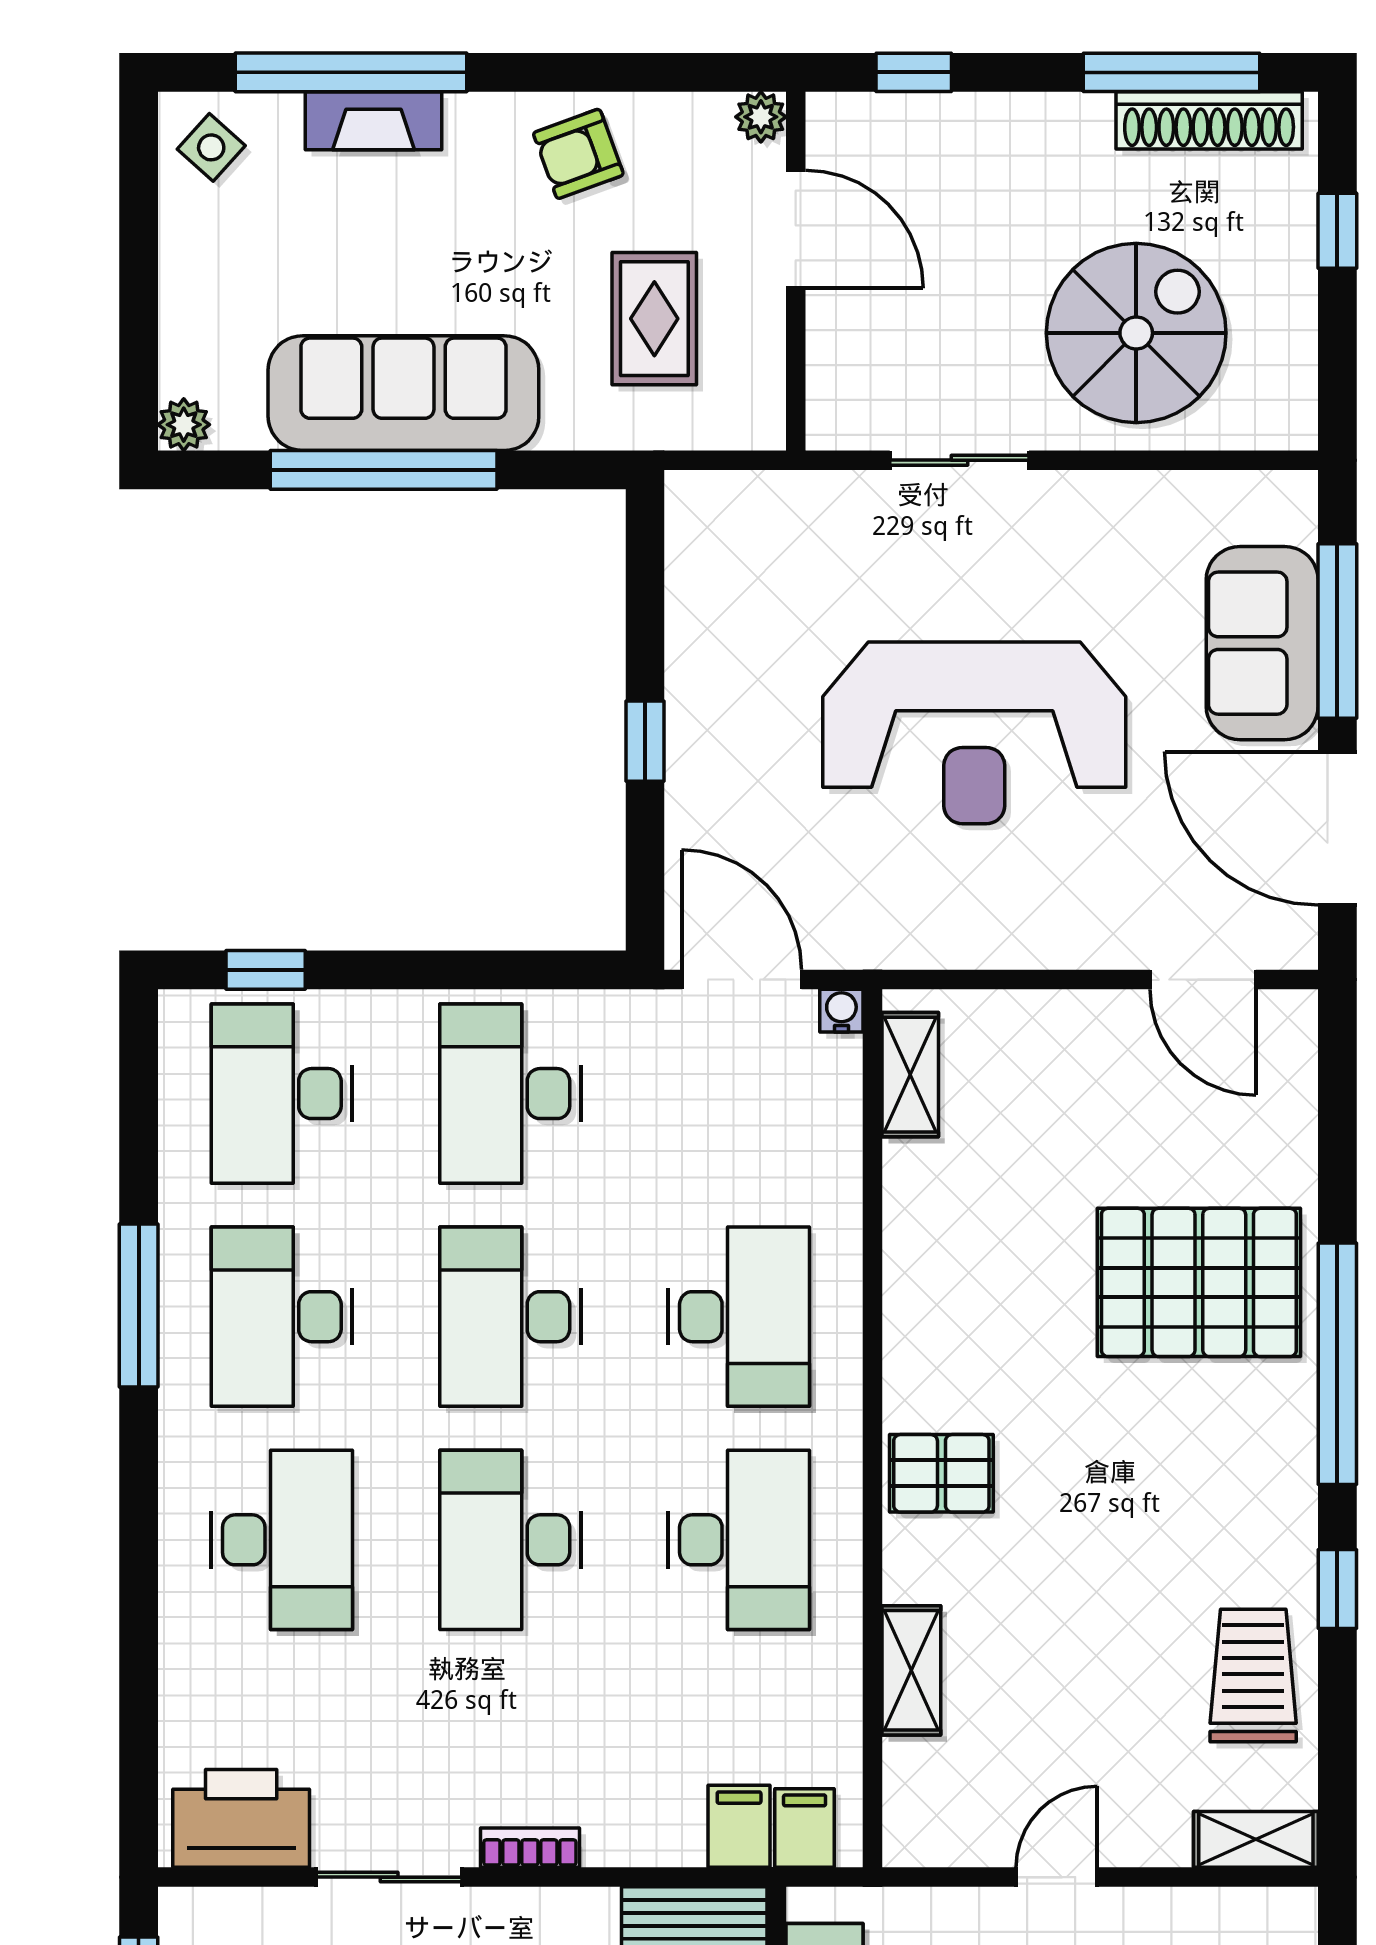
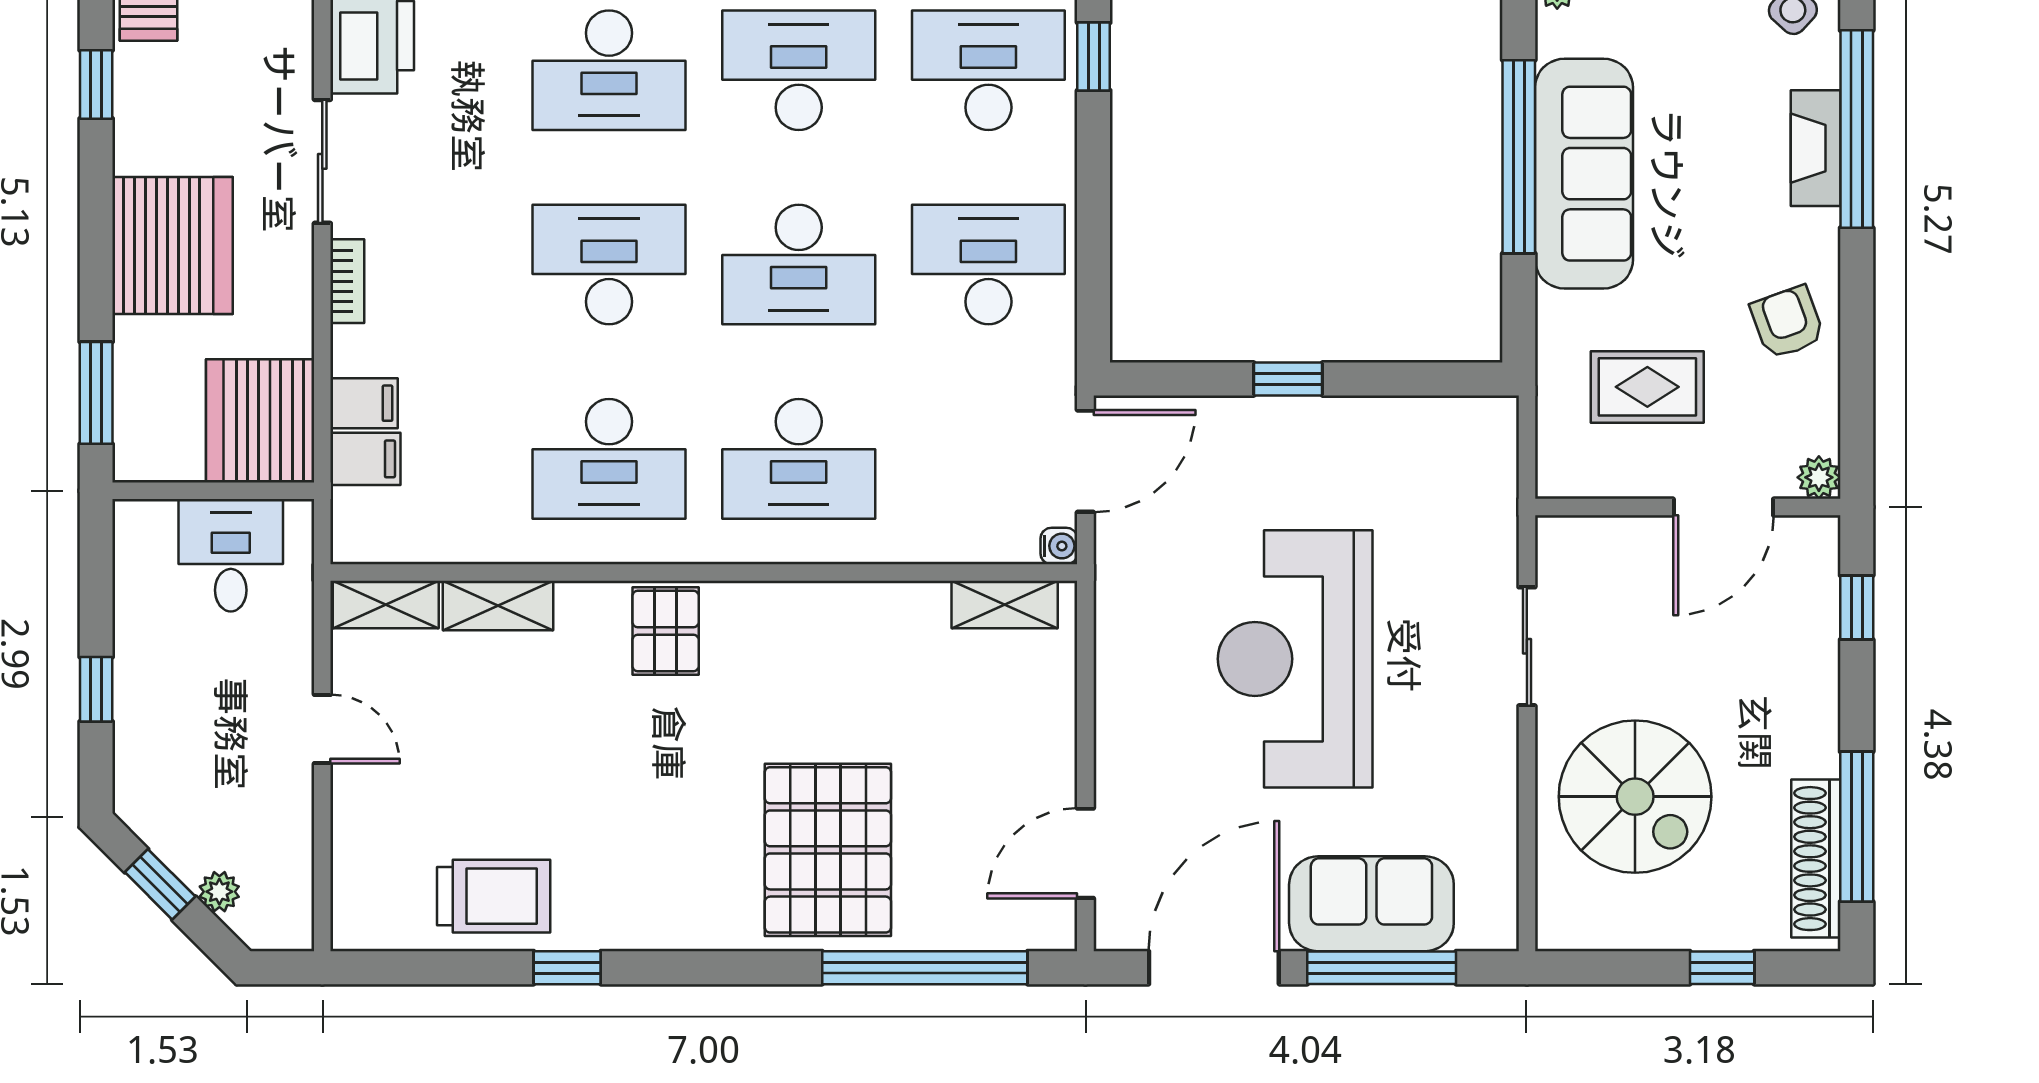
desk: (510, 1317) -> (799, 265), turned 180
window: (1337, 1364) -> (925, 968), moved
filing cabinet: (805, 1828) -> (364, 403), moved
shelving: (1256, 1839) -> (386, 604), moved, turned 90

